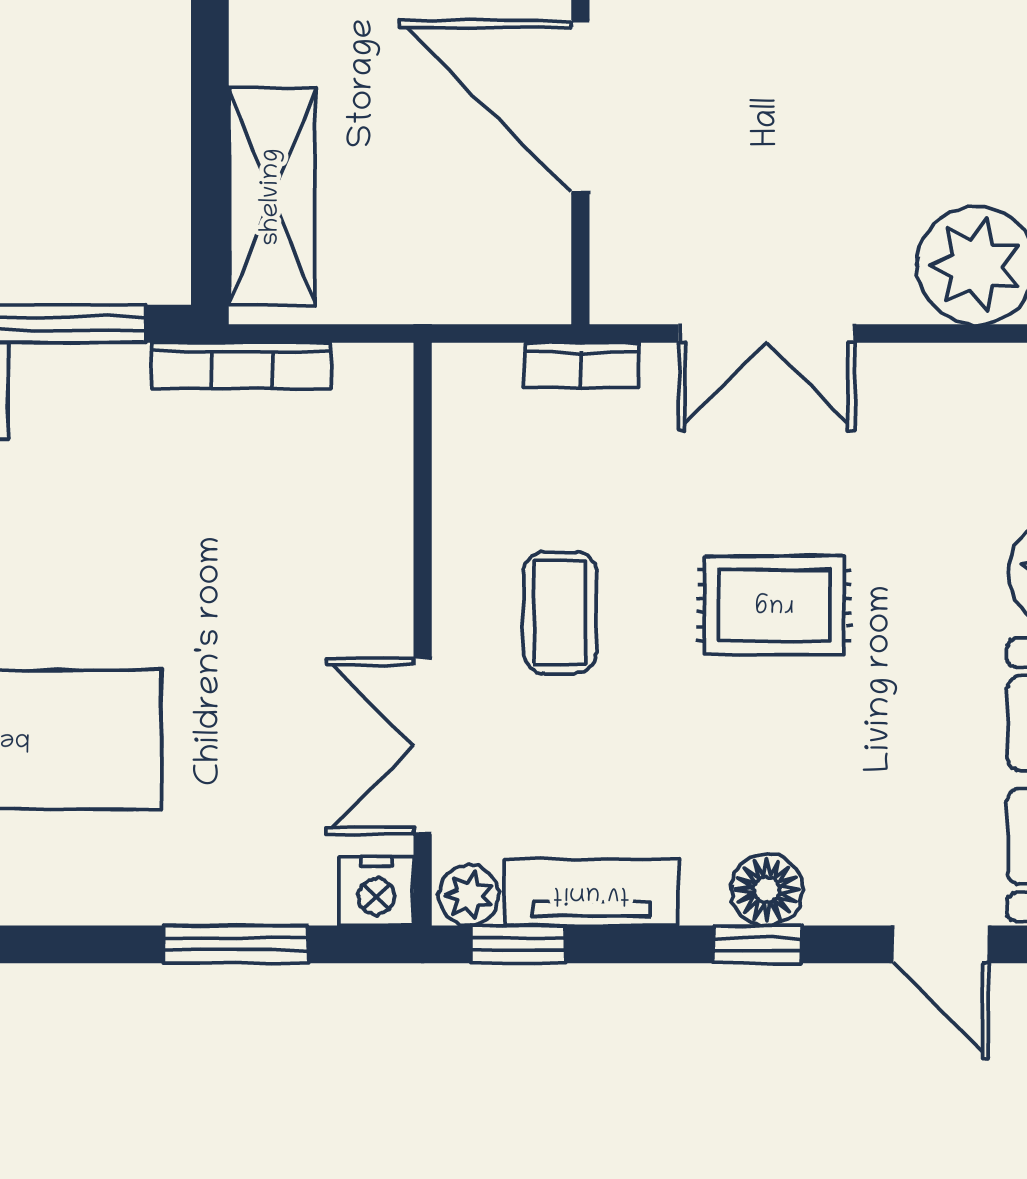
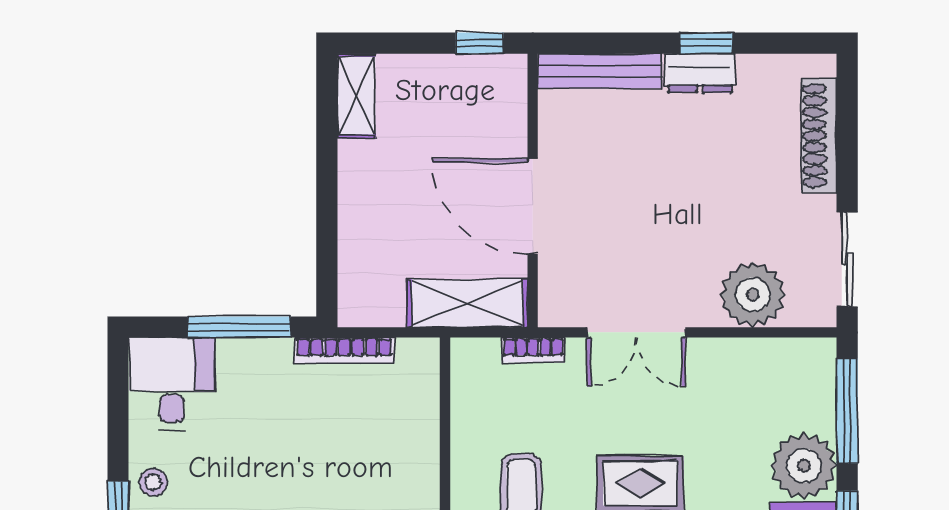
shelving: (272, 197) -> (467, 303), moved, turned 90

